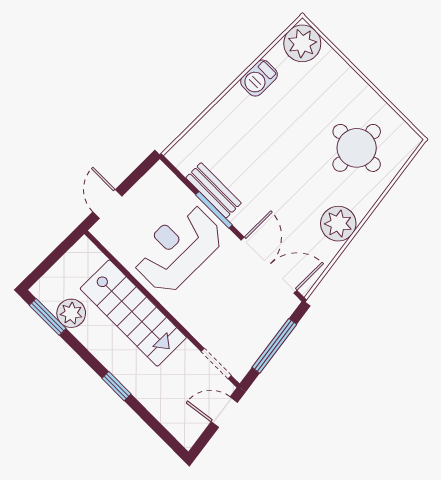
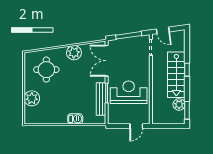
plant: (302, 43) -> (32, 98), moved
barbecue: (259, 78) -> (75, 119), moved
bench: (214, 190) -> (101, 99), width x1.36
reception desk: (178, 249) -> (129, 92), turned 180
stairs: (133, 313) -> (176, 75), moved, turned 180

